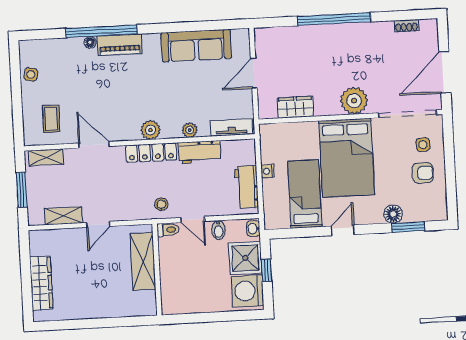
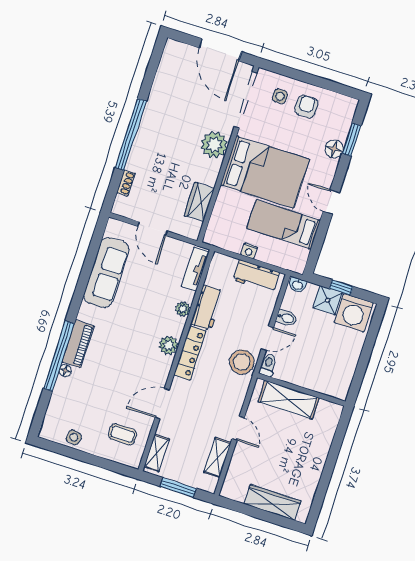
shoe rack: (406, 26) -> (126, 183), moved
stool: (161, 204) -> (242, 362), width x1.89, depth x1.89
shower: (245, 258) -> (328, 300), width x0.73, depth x0.73

